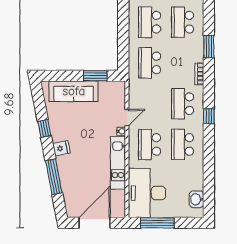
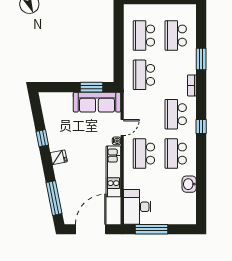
sofa: (74, 91) -> (97, 102), moved
window: (54, 177) -> (54, 198), moved
desk: (147, 193) -> (137, 207), width x0.73, depth x0.77
washbasin: (196, 199) -> (189, 184), moved

